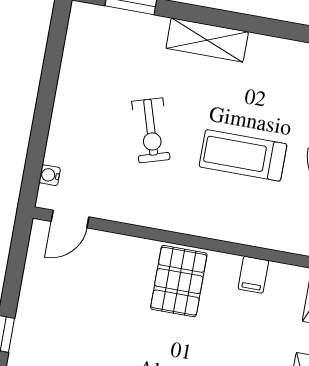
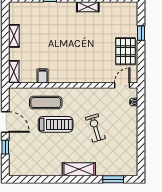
exercise mat: (257, 211) -> (46, 103), added
pallet: (179, 281) -> (126, 51), moved

